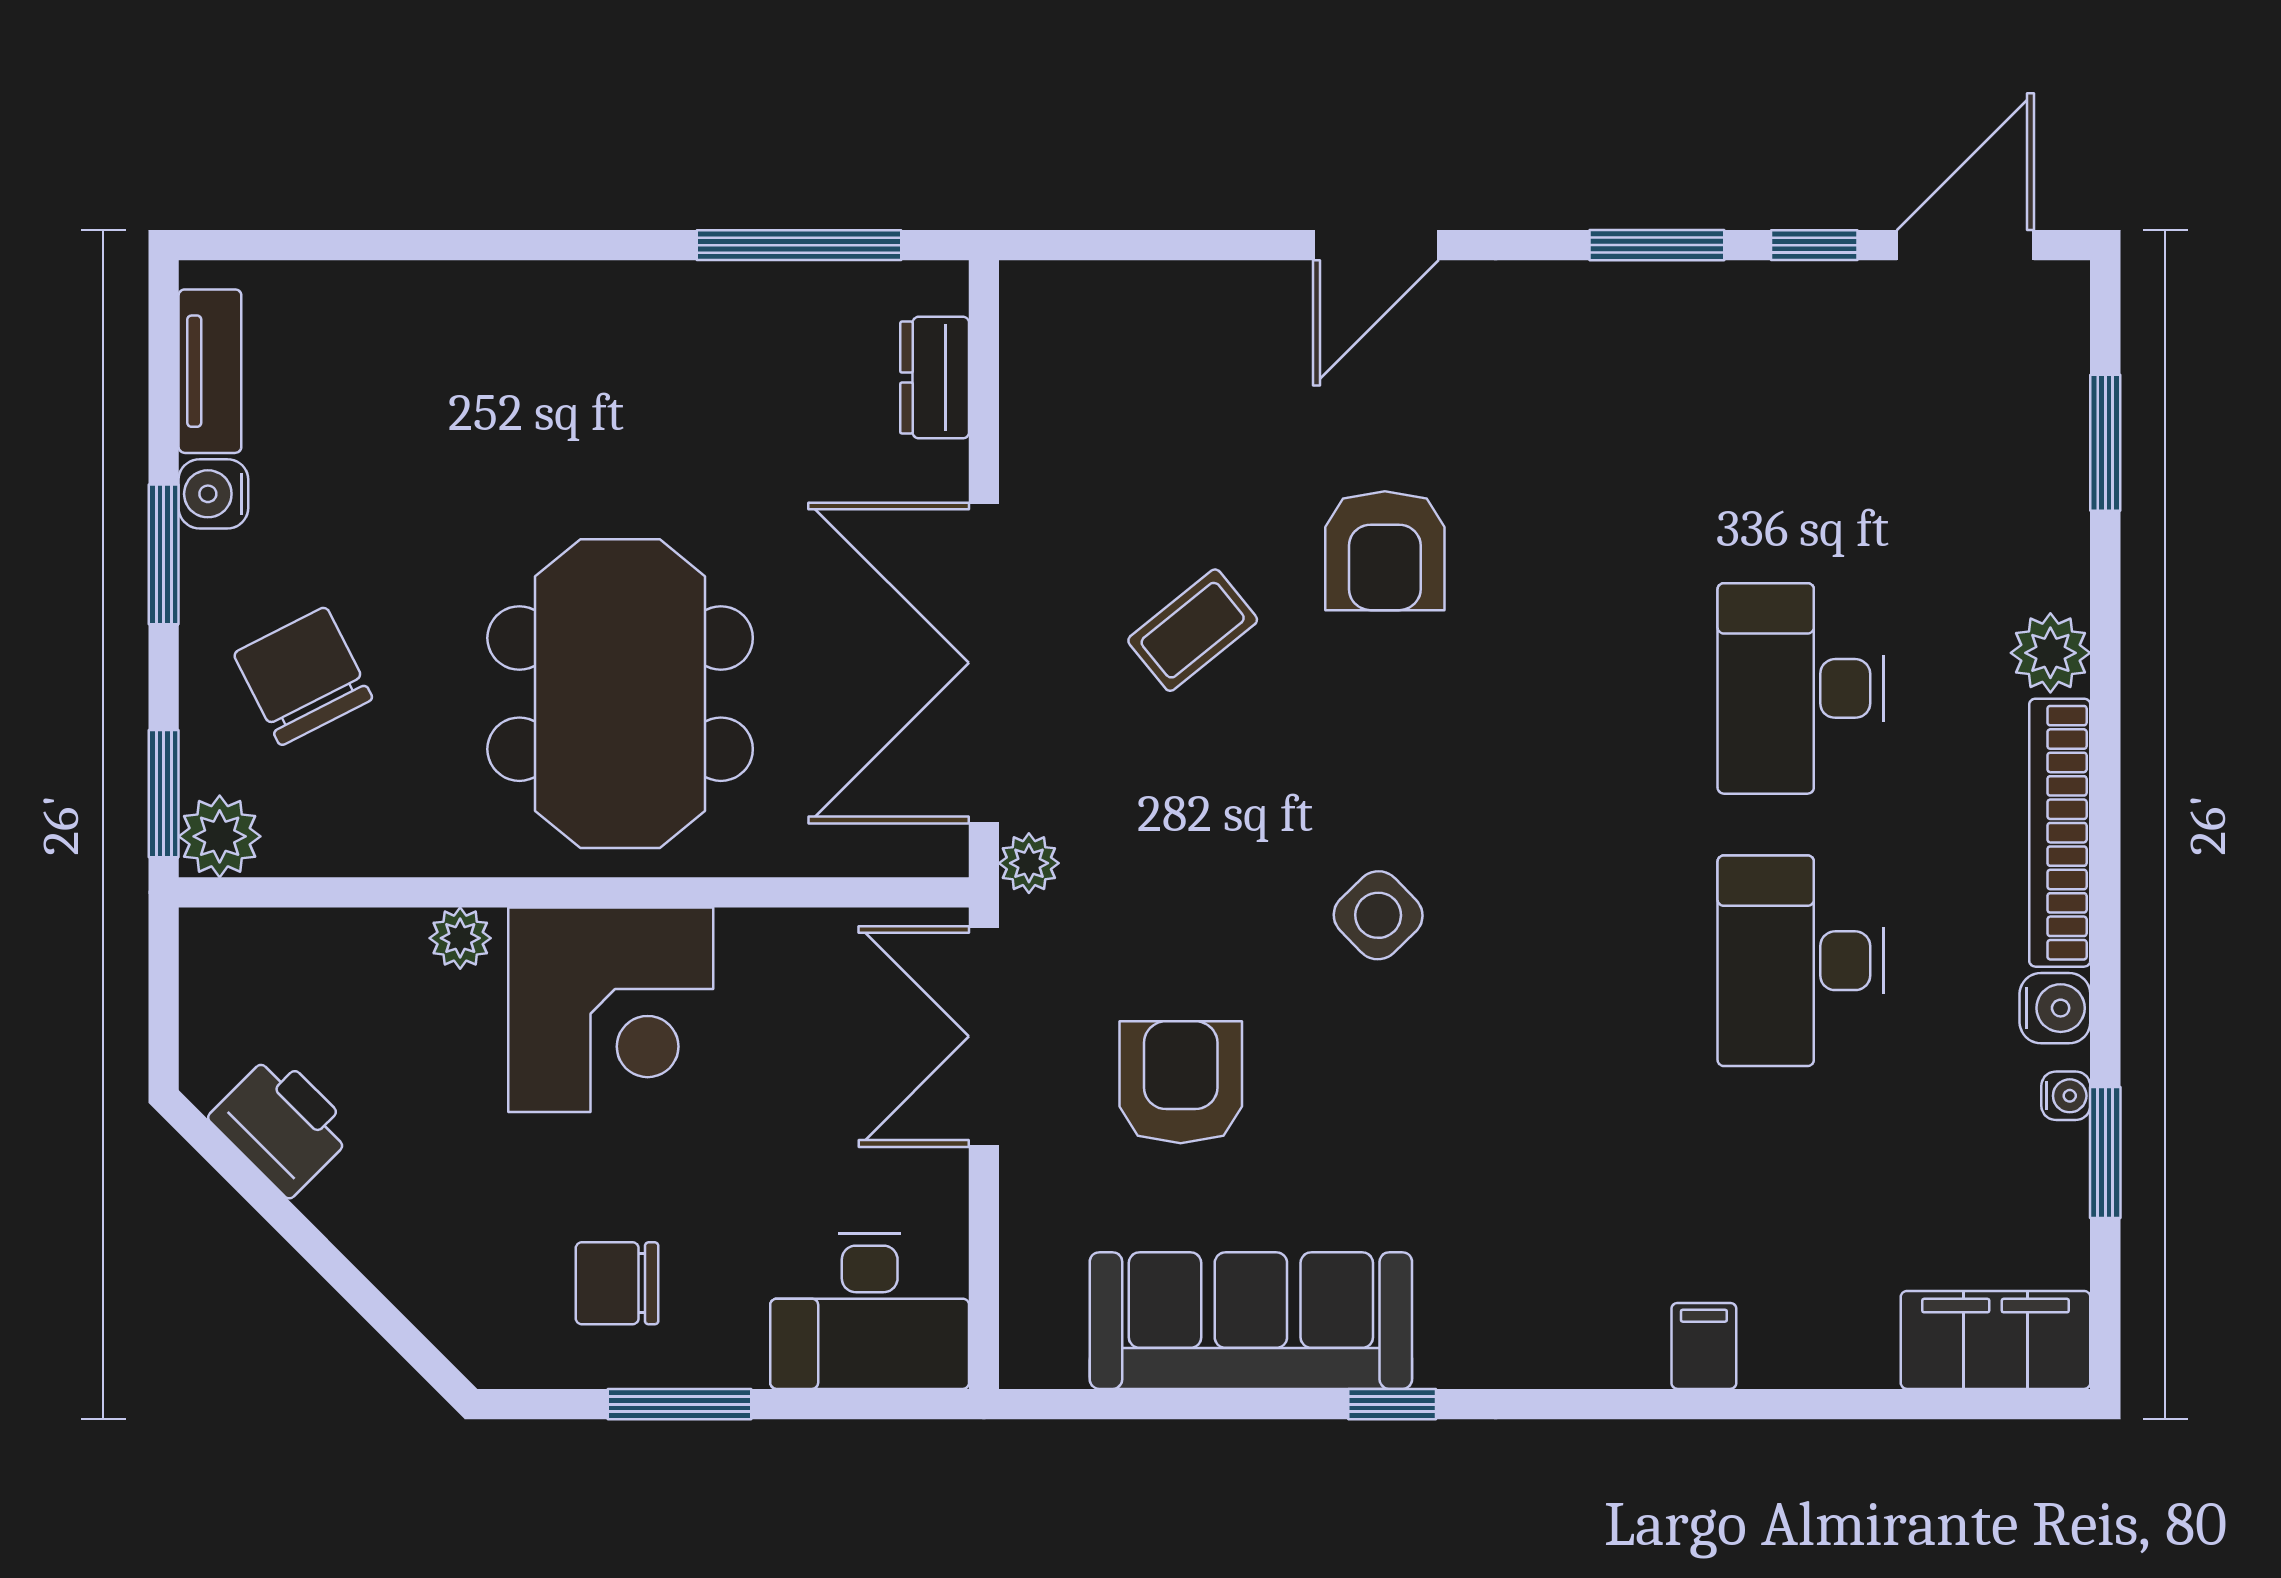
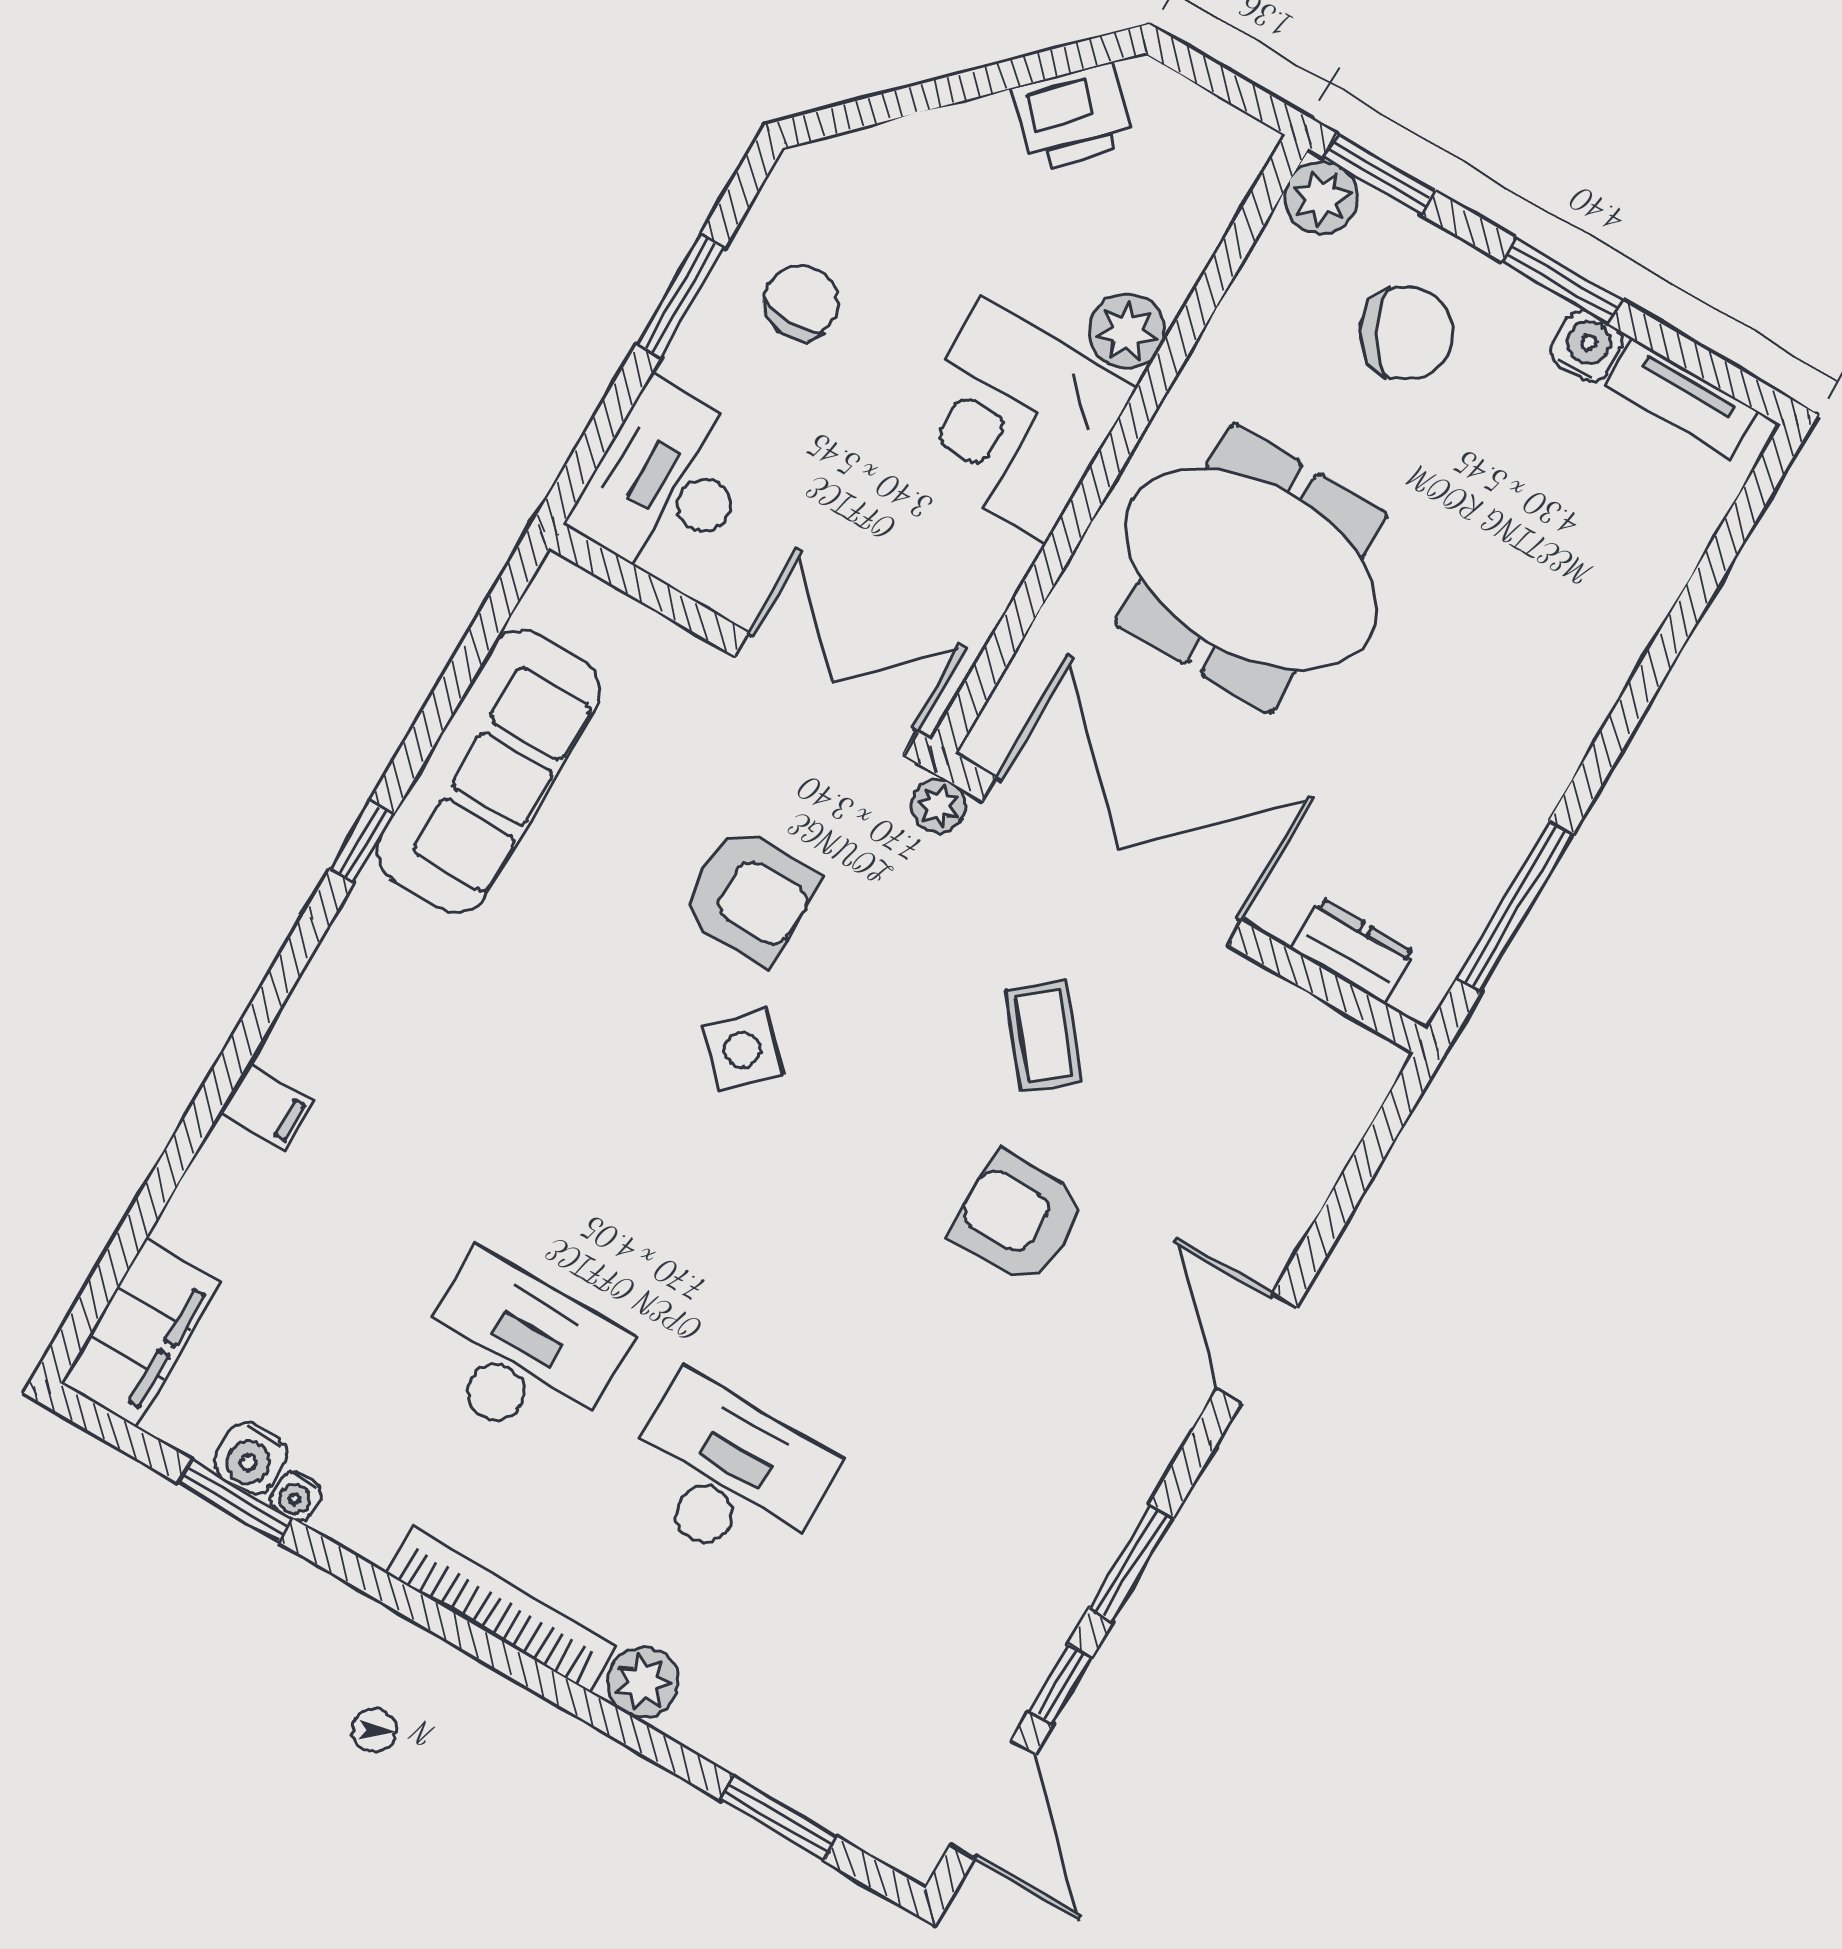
plant: (460, 938) -> (1127, 331), width x1.38, depth x1.38
water cooler: (2055, 1008) -> (251, 1458), moved
armchair: (1181, 1082) -> (750, 895), moved

